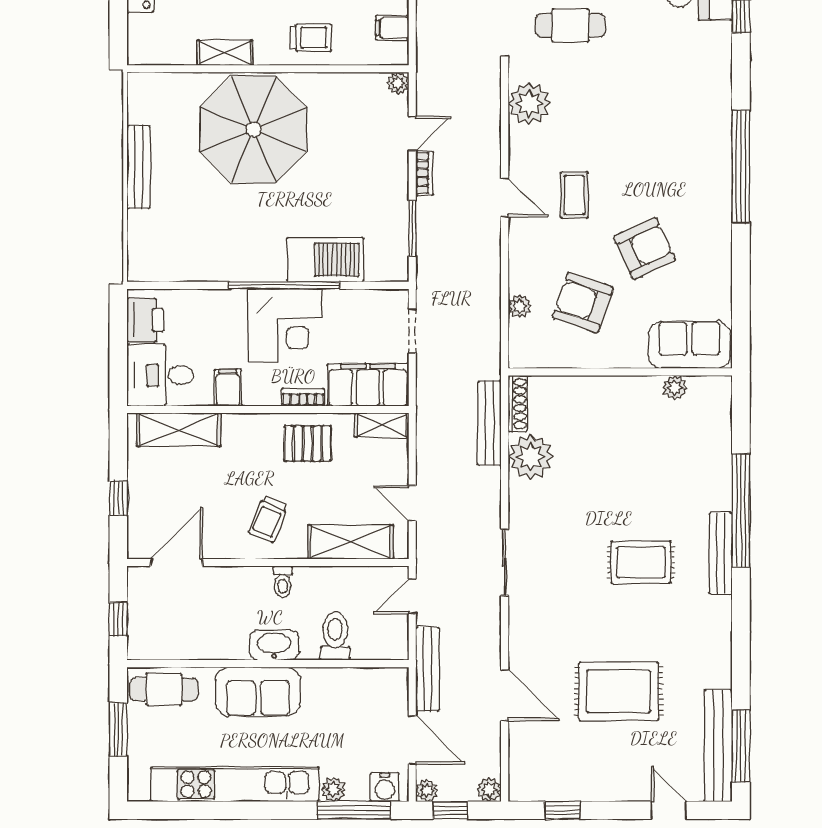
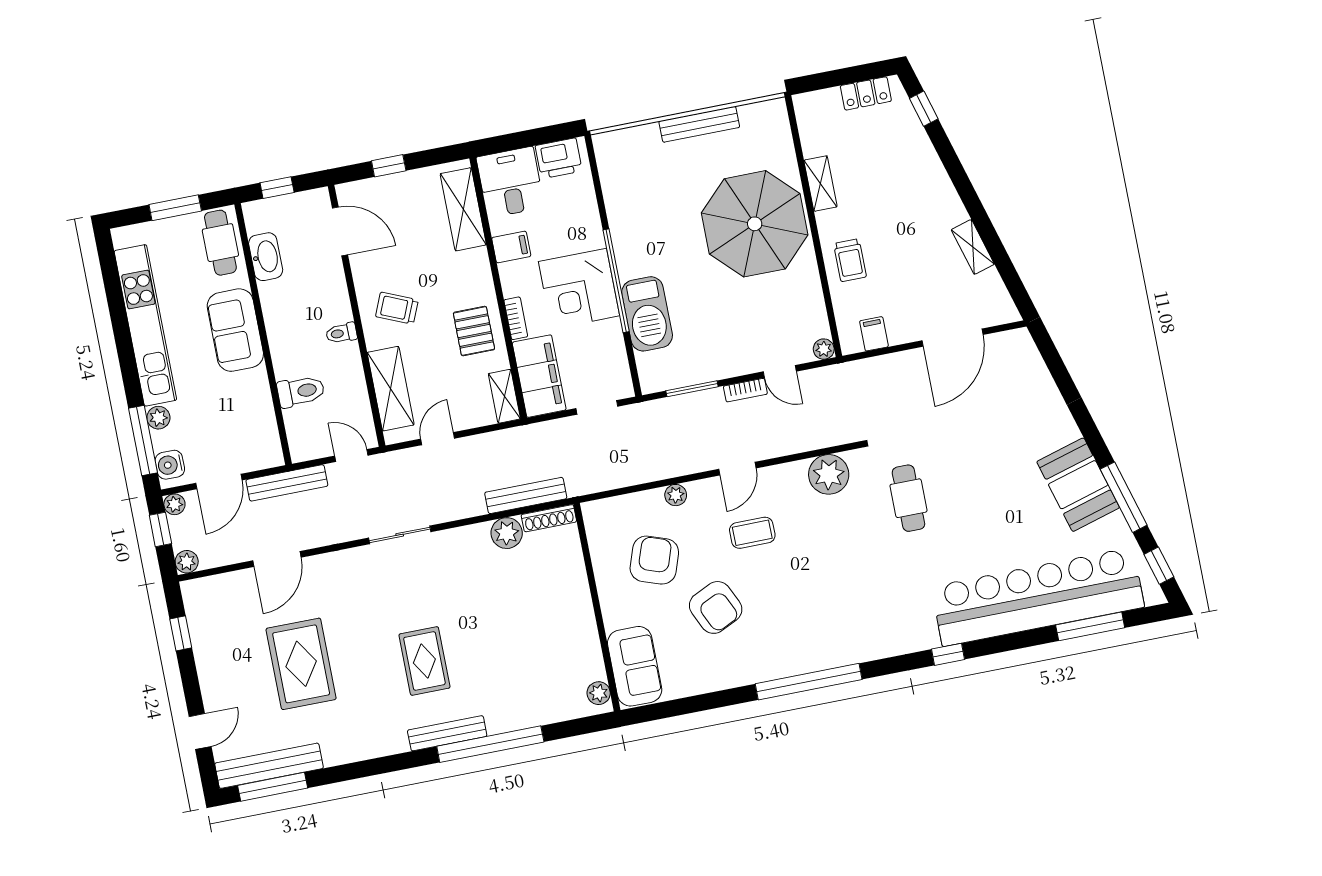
plant: (520, 306) -> (676, 495), moved
plant: (675, 388) -> (599, 693), moved
plant: (531, 457) -> (507, 533), width x0.73, depth x0.73
washbasin: (274, 645) -> (266, 257), moved

